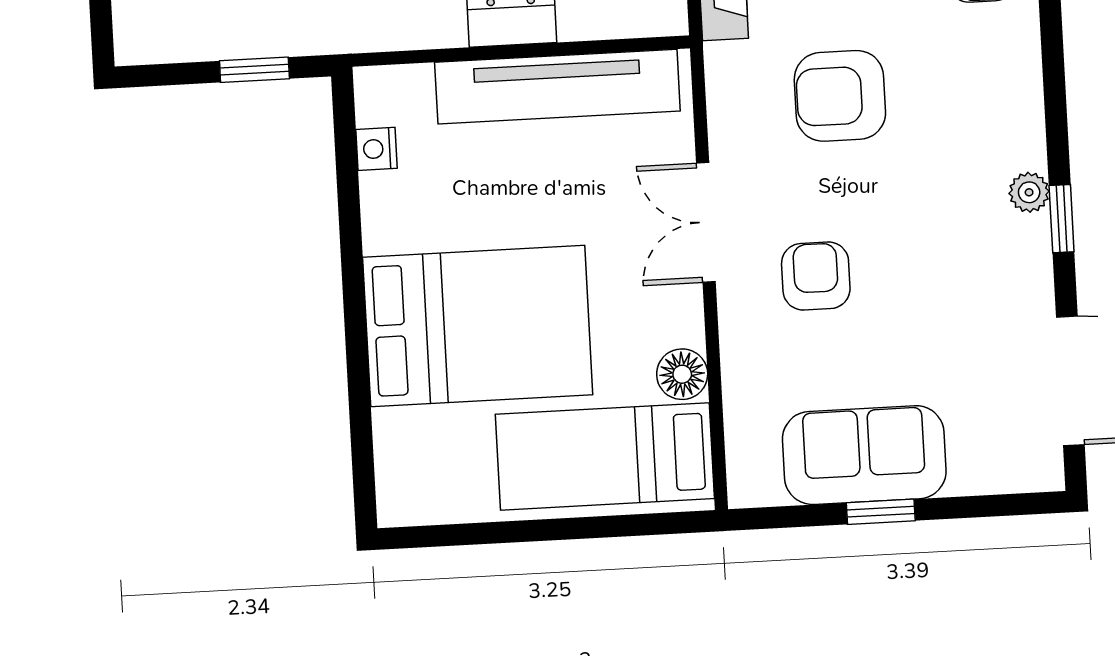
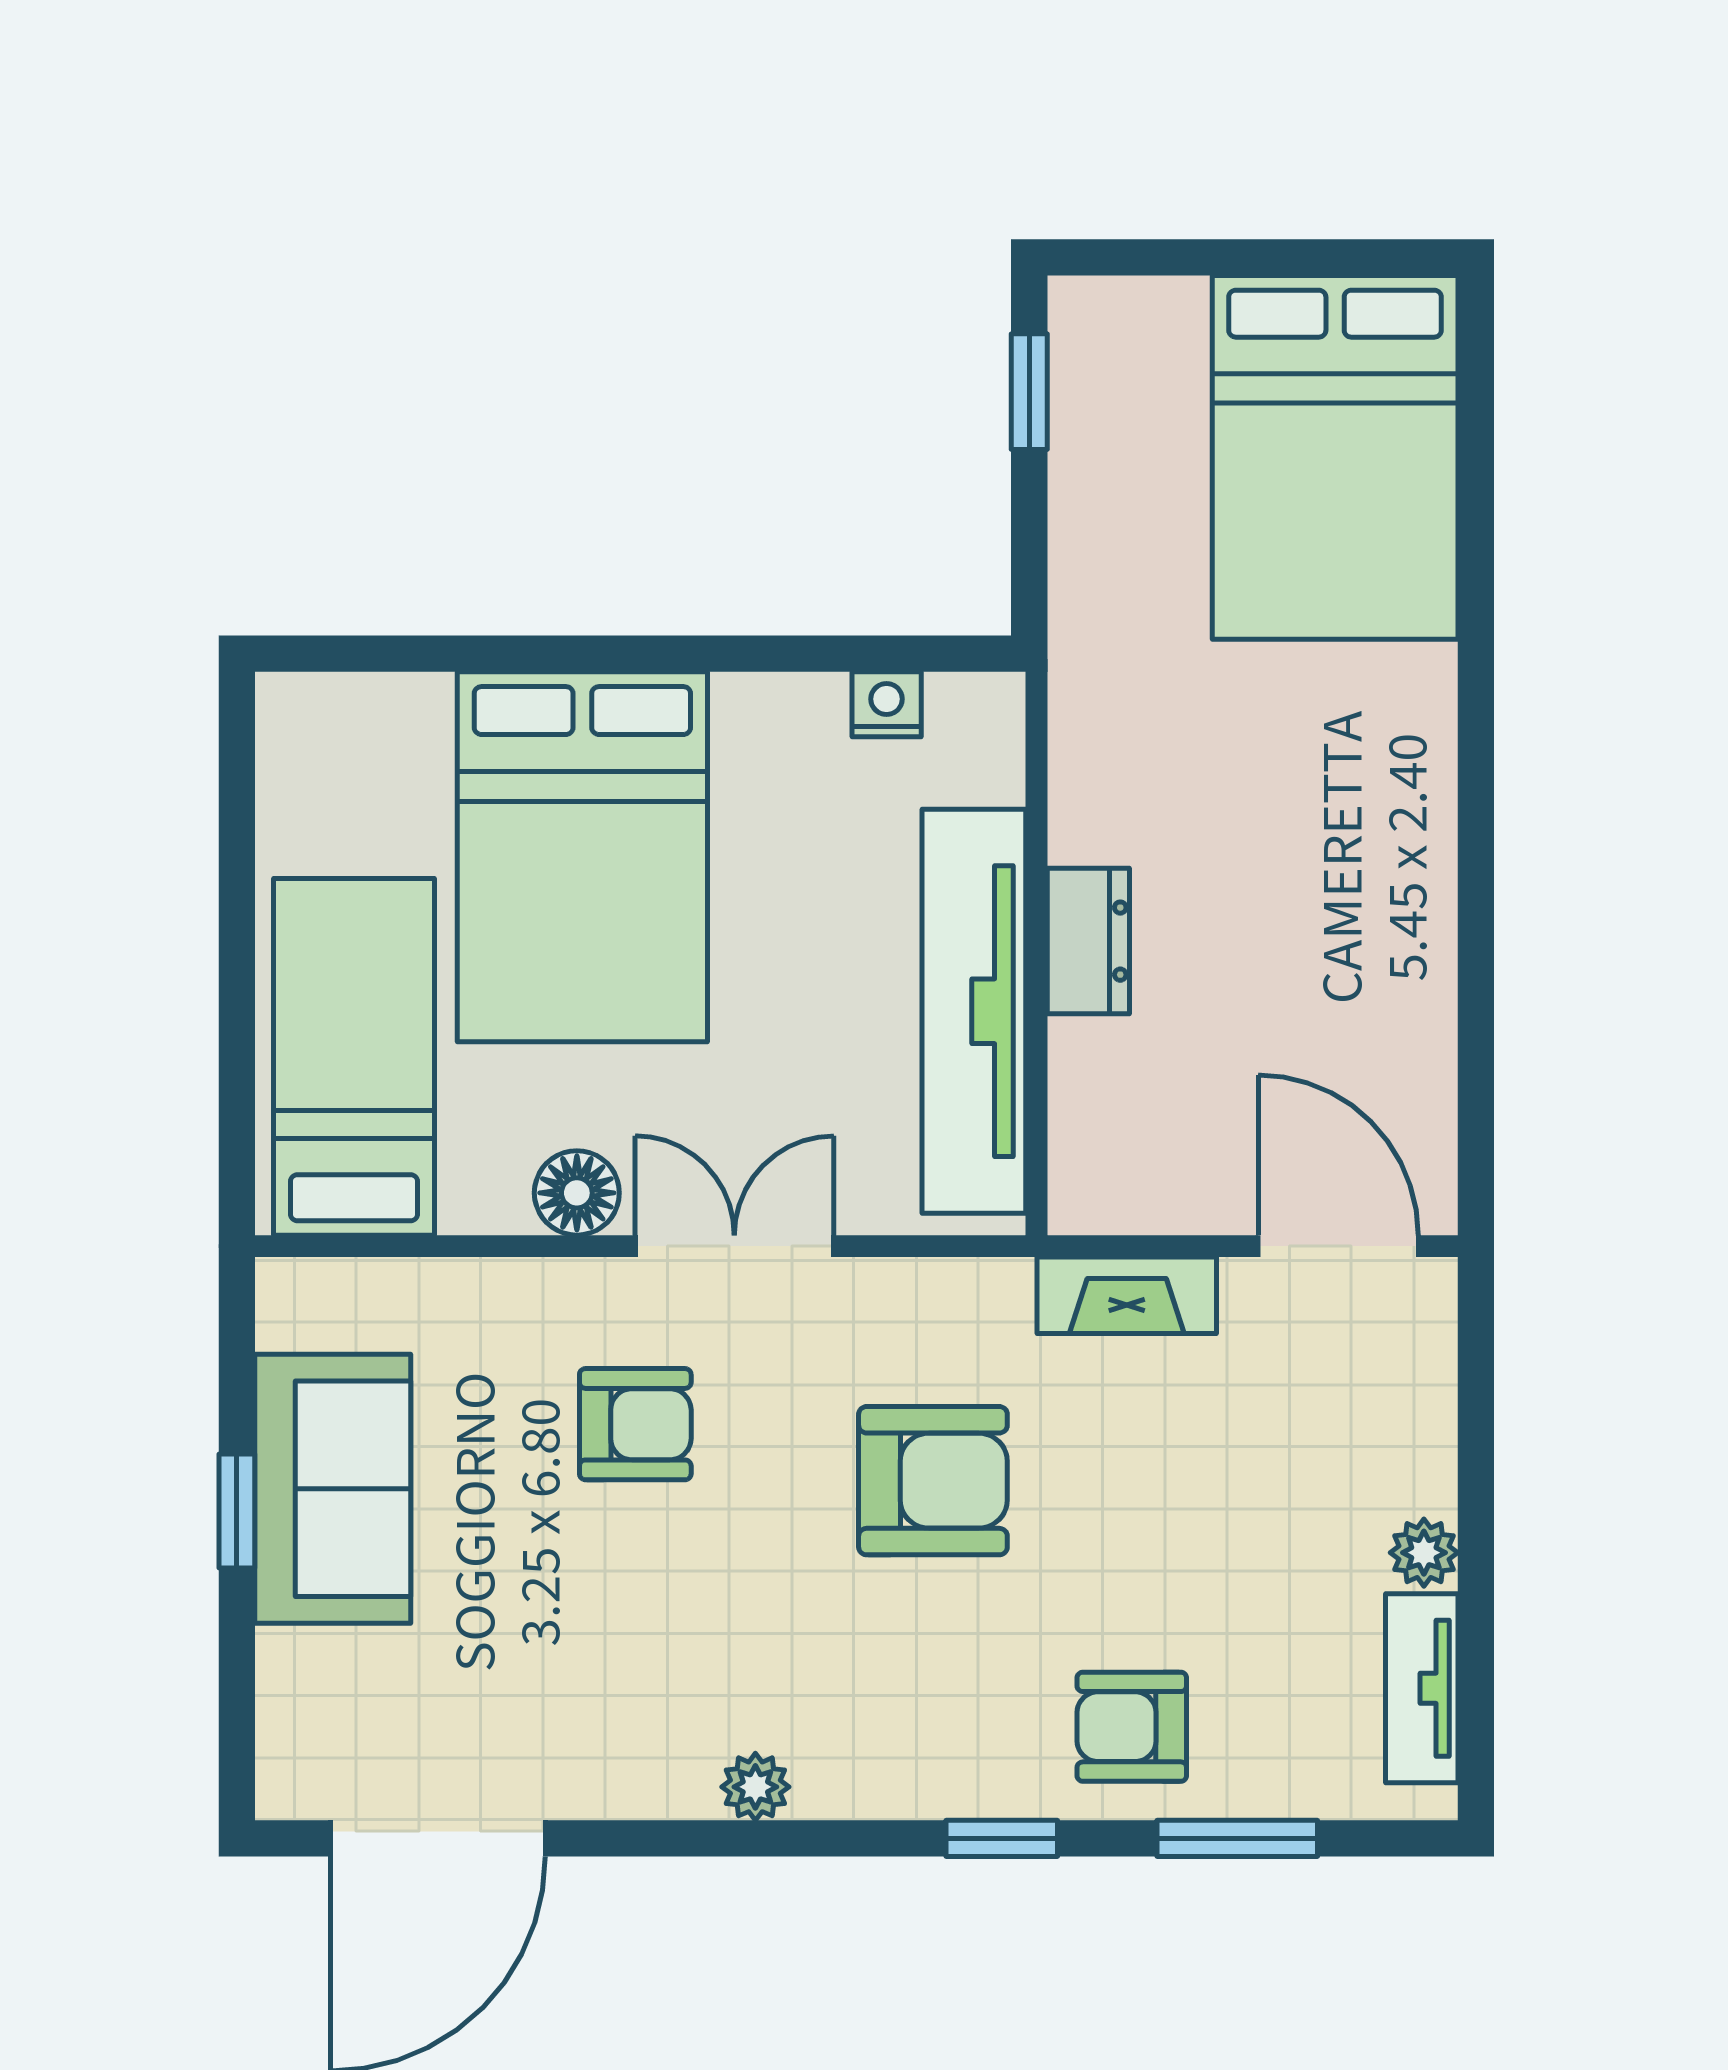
window: (254, 70) -> (1029, 392), moved
armchair: (840, 96) -> (933, 1481), turned 90
window: (1062, 219) -> (1002, 1838), moved
floor lamp: (682, 374) -> (577, 1193), moved

